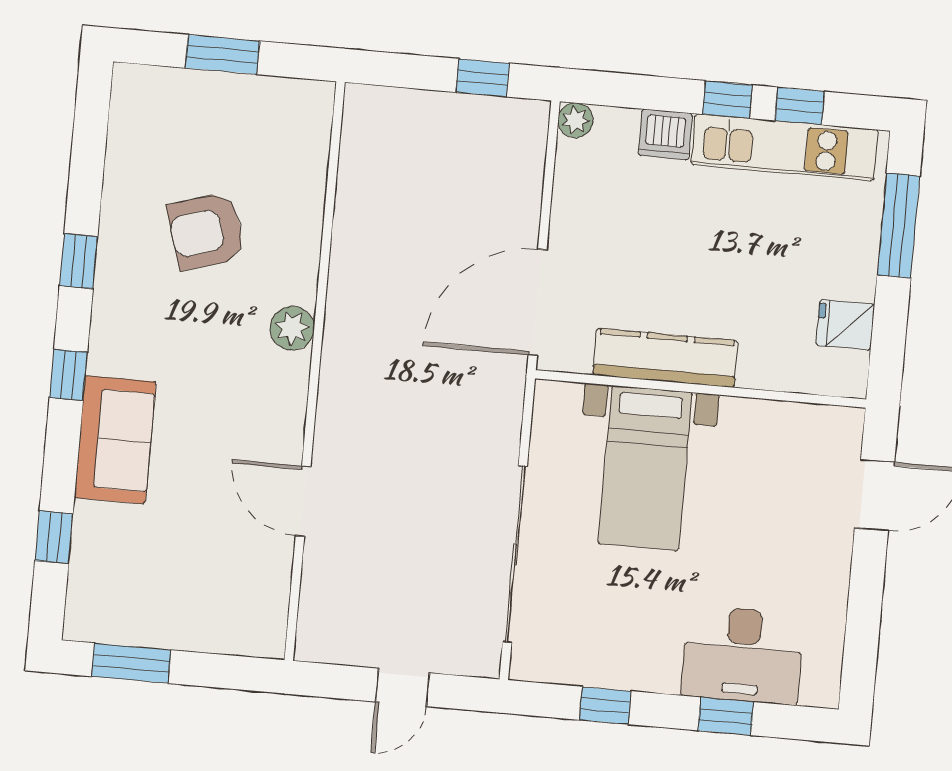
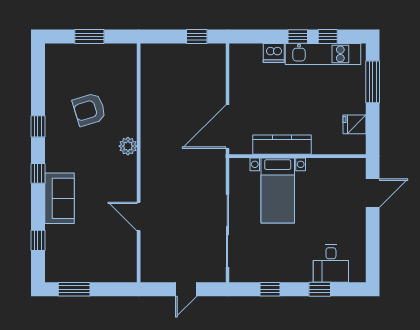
plant: (575, 120) -> (236, 51), removed
desk: (742, 655) -> (331, 263), width x0.73

